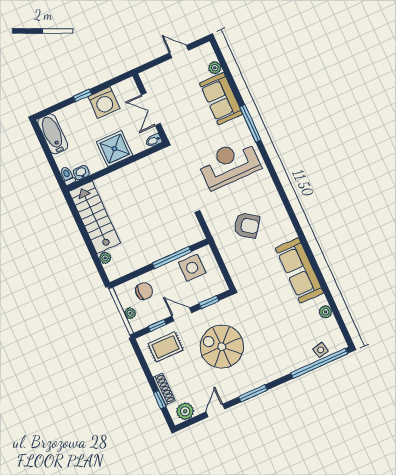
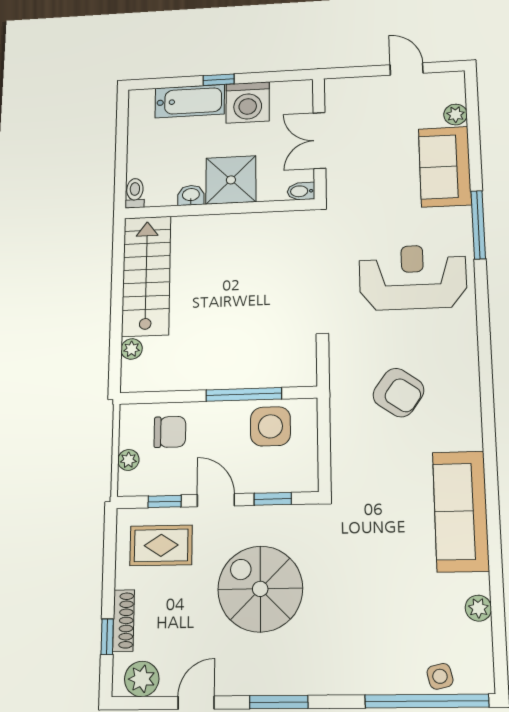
bathtub: (53, 134) -> (190, 101), moved, turned 90
washbasin: (81, 173) -> (191, 195), moved

